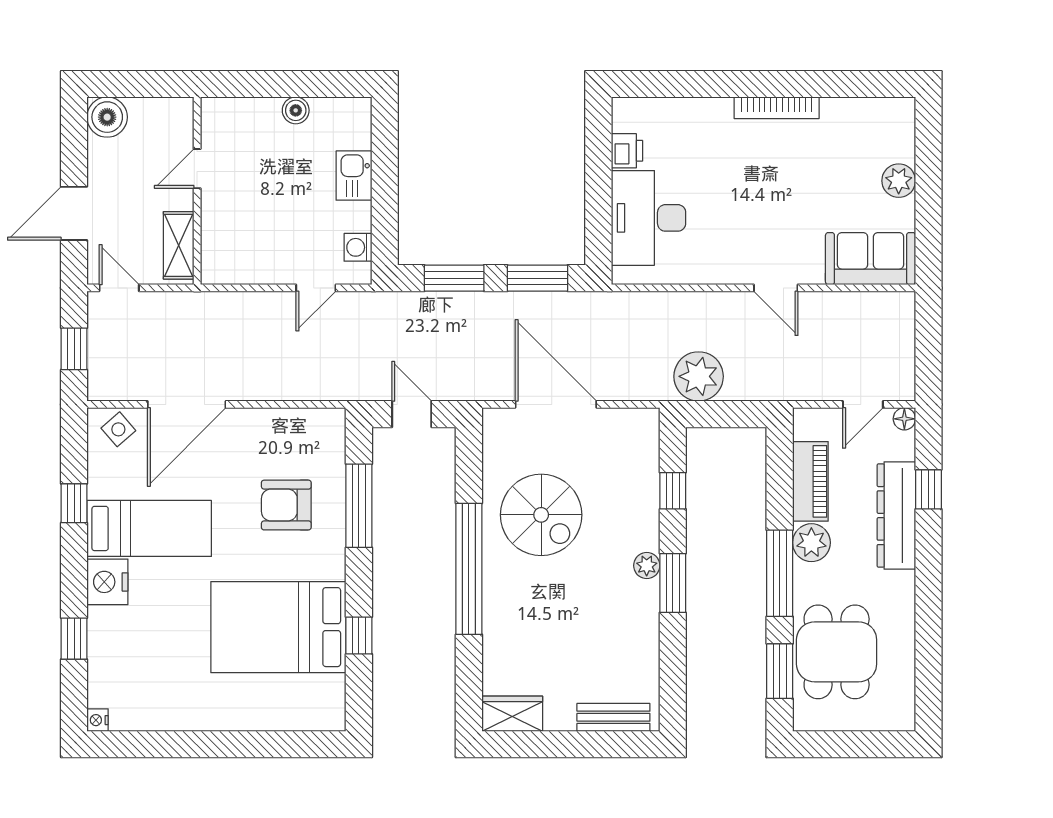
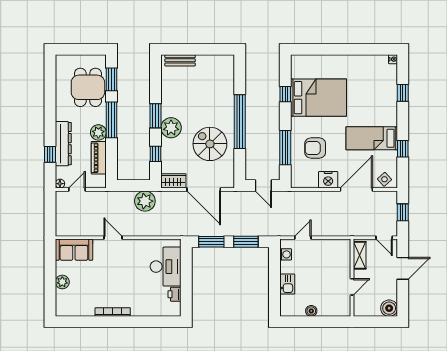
armchair: (286, 505) -> (315, 148), turned 180
plant: (647, 566) -> (171, 128), width x1.88, depth x1.88
nightstand: (107, 582) -> (328, 180), moved, turned 90
wardrobe: (512, 714) -> (173, 181), moved, turned 180

